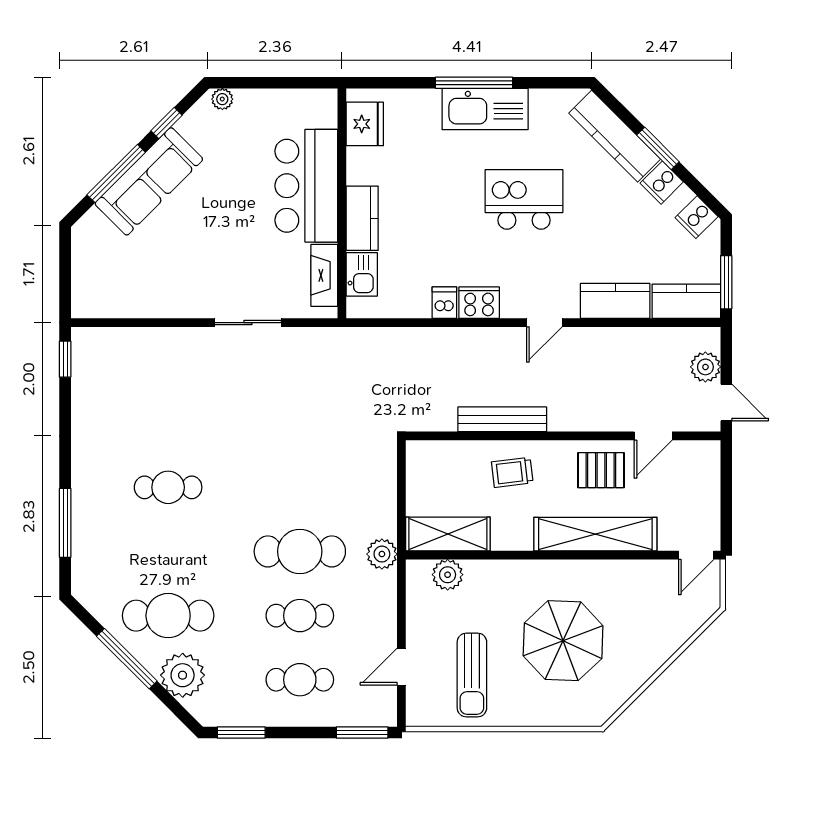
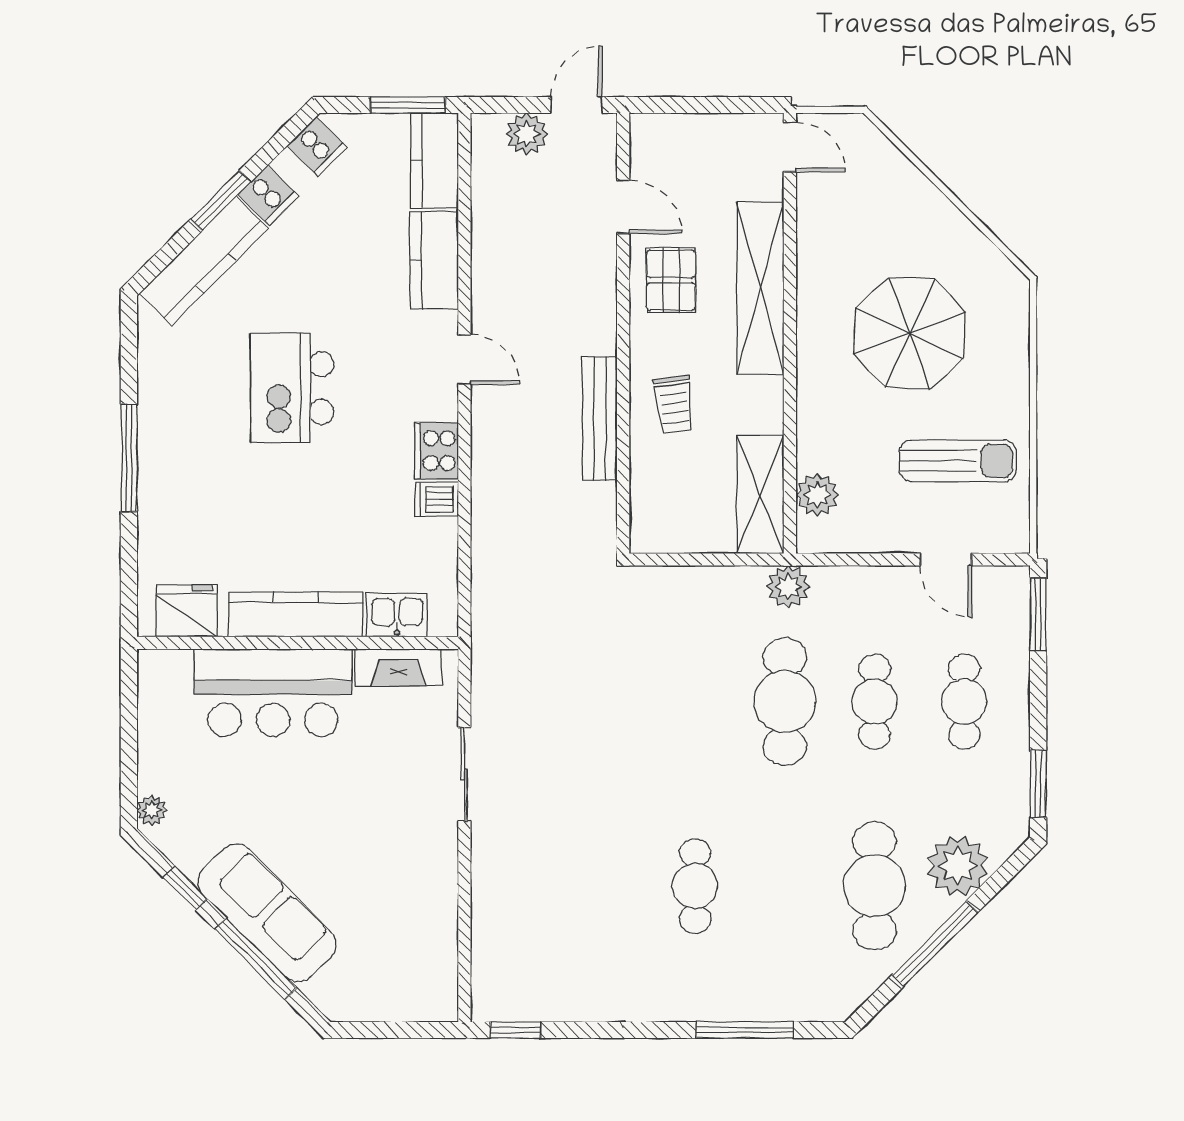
kitchen sink: (485, 109) -> (166, 442), removed
kitchen counter: (362, 218) -> (296, 614), width x1.50

